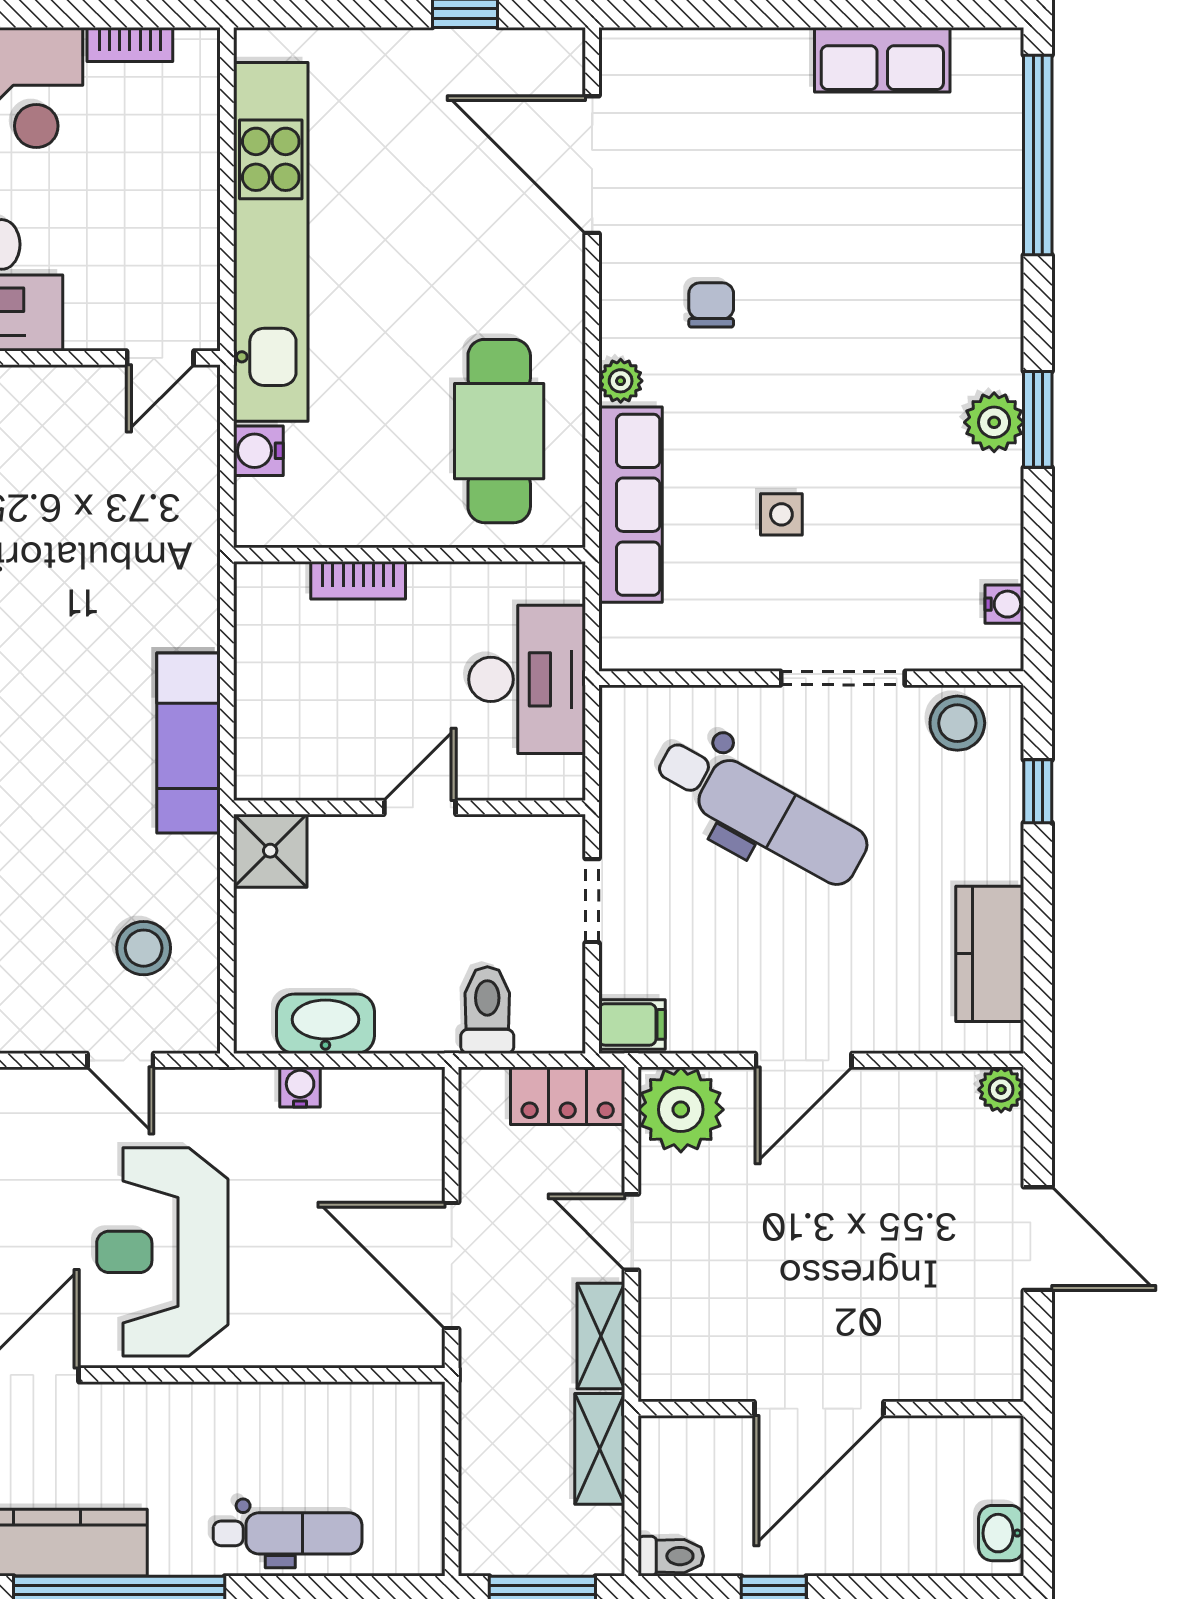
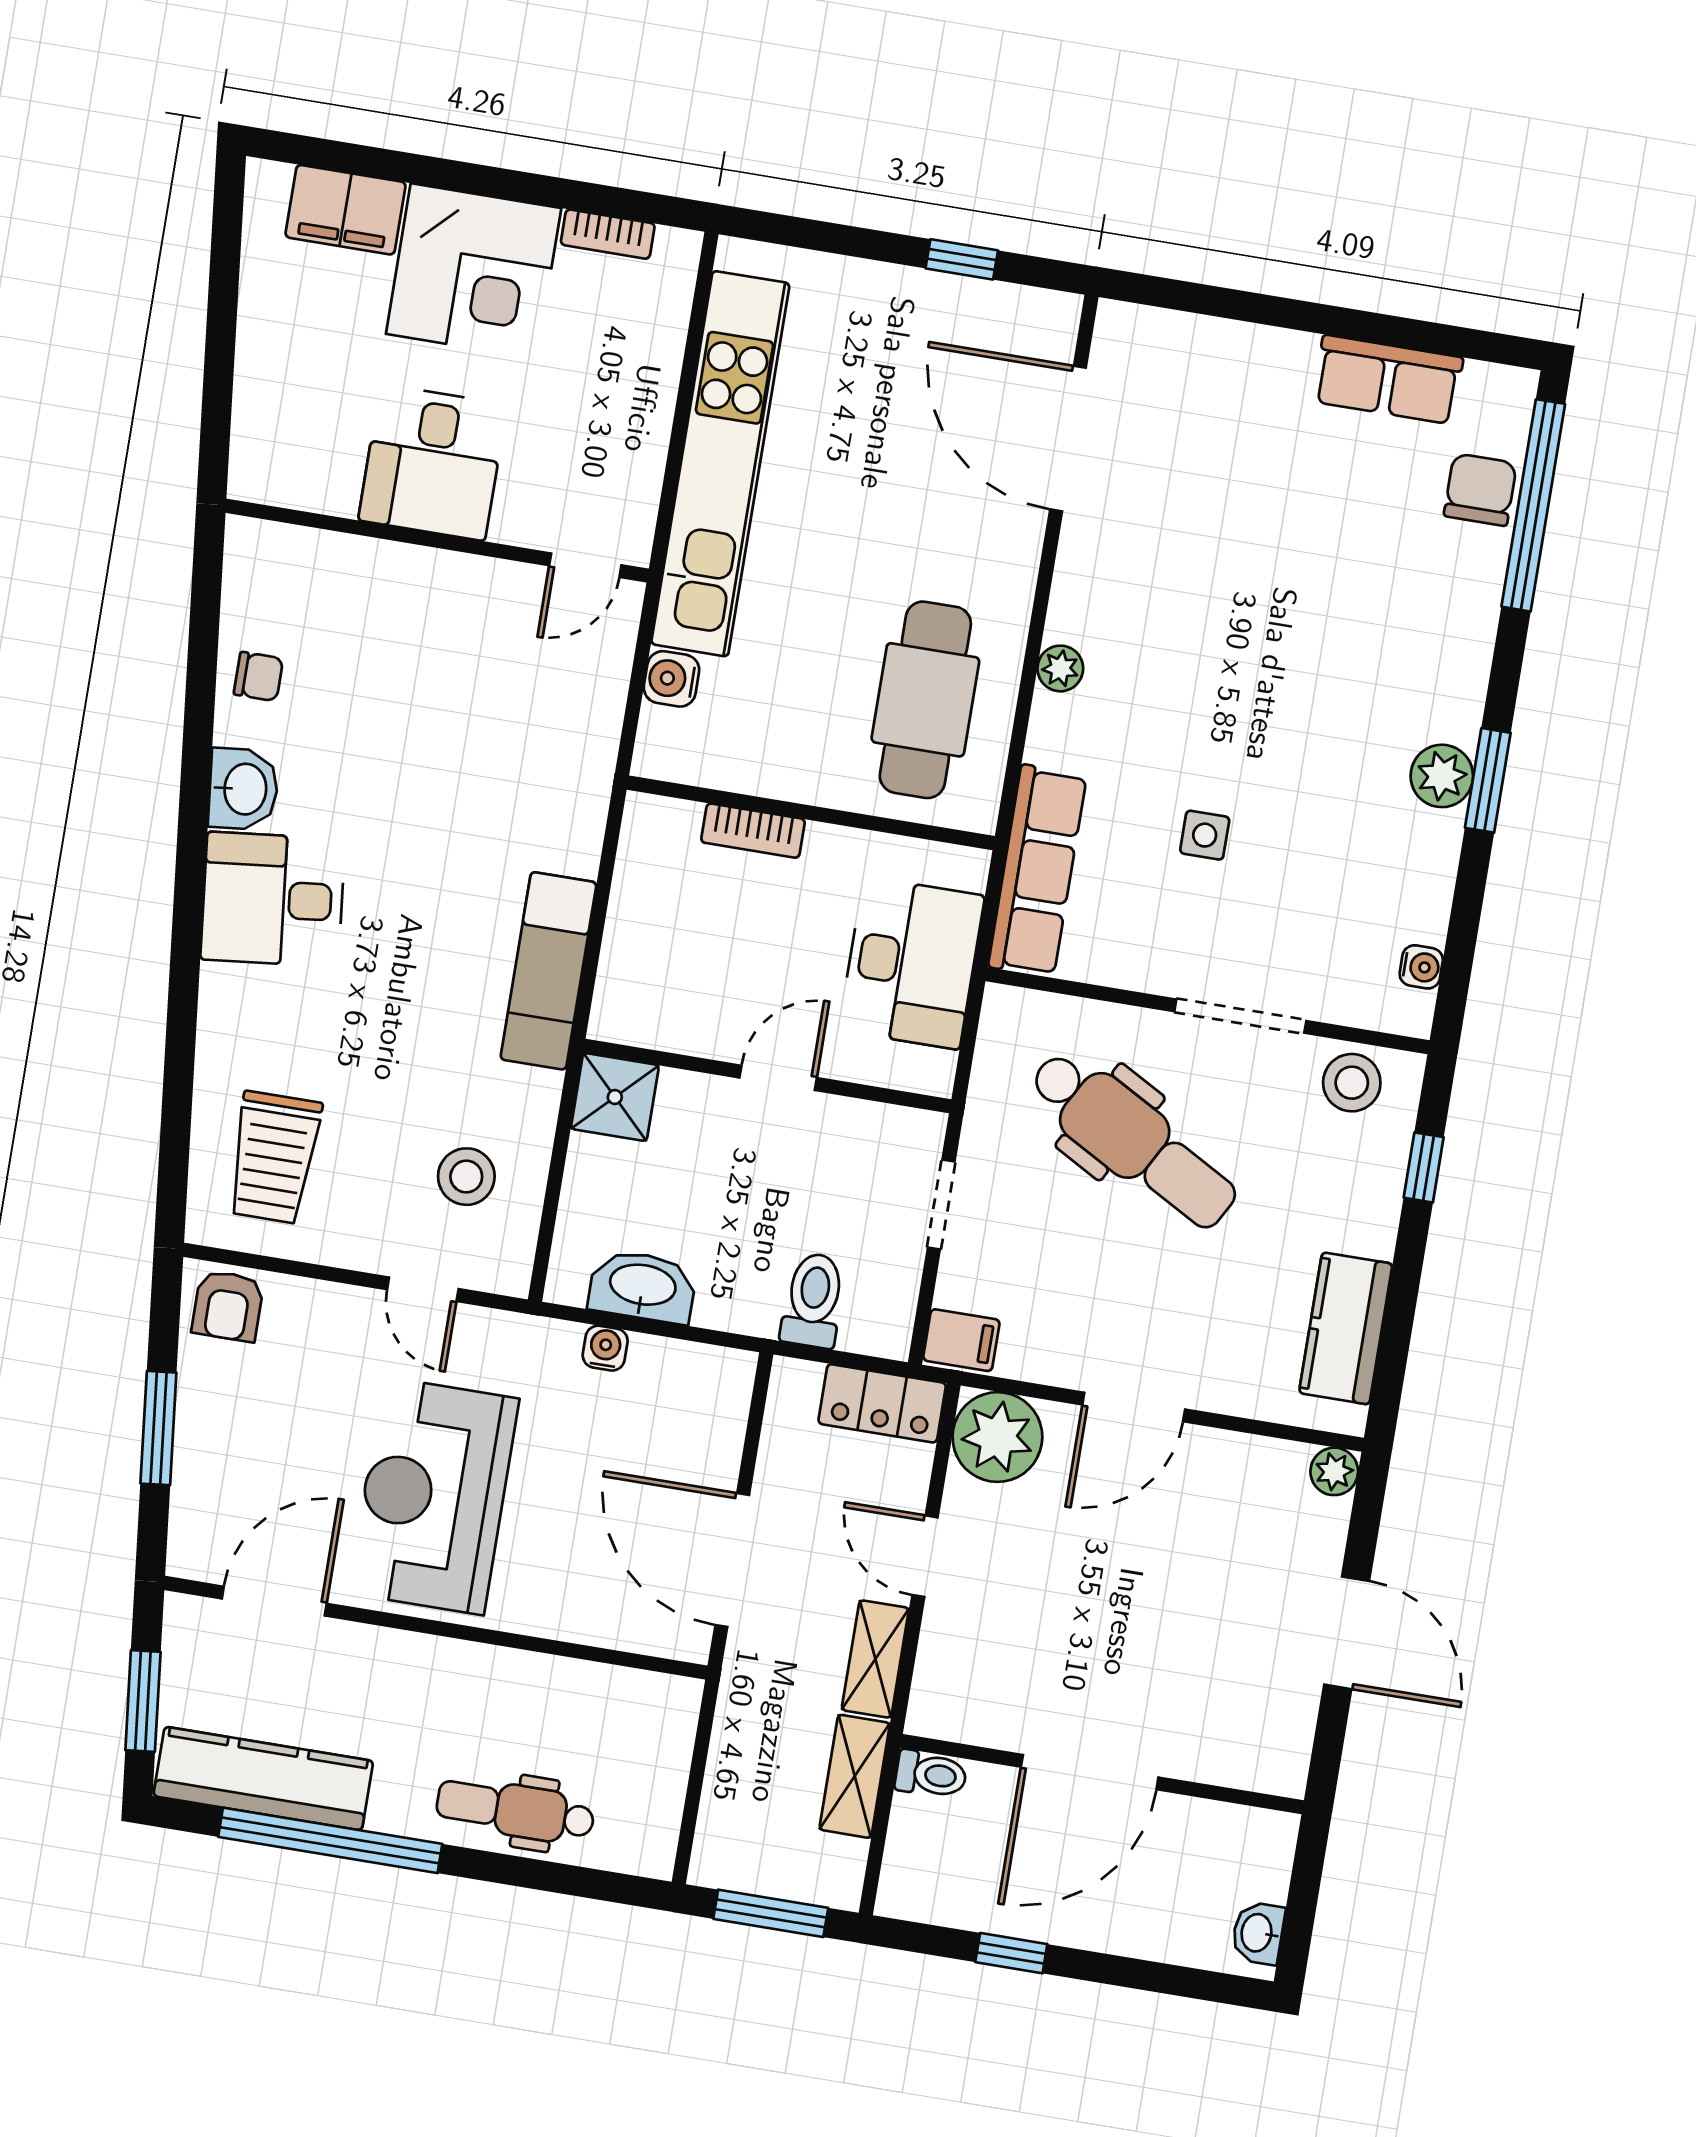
chair: (711, 305) -> (1480, 490), moved, width x1.37, depth x1.37
row of seats: (631, 505) -> (1037, 871), moved
dental chair: (288, 1533) -> (515, 1810), turned 180
toilet: (671, 1556) -> (931, 1774), moved

